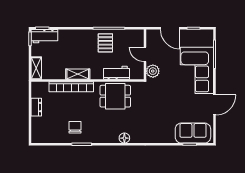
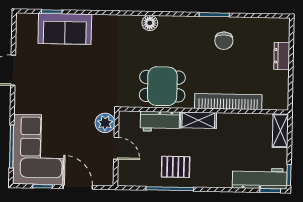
workbench: (44, 36) -> (260, 178), width x1.38
pallet: (105, 43) -> (176, 167), turned 90
corner sofa: (197, 70) -> (38, 150), moved
shelving: (78, 74) -> (198, 120), moved
dresser: (36, 107) -> (282, 56), moved
sofa: (193, 133) -> (65, 29), moved

